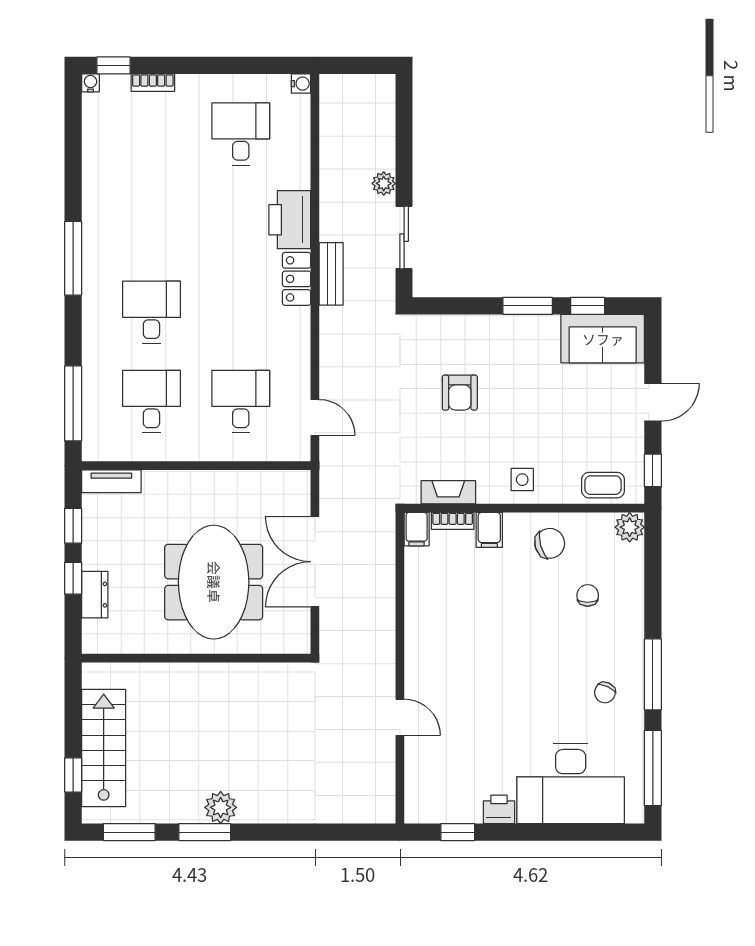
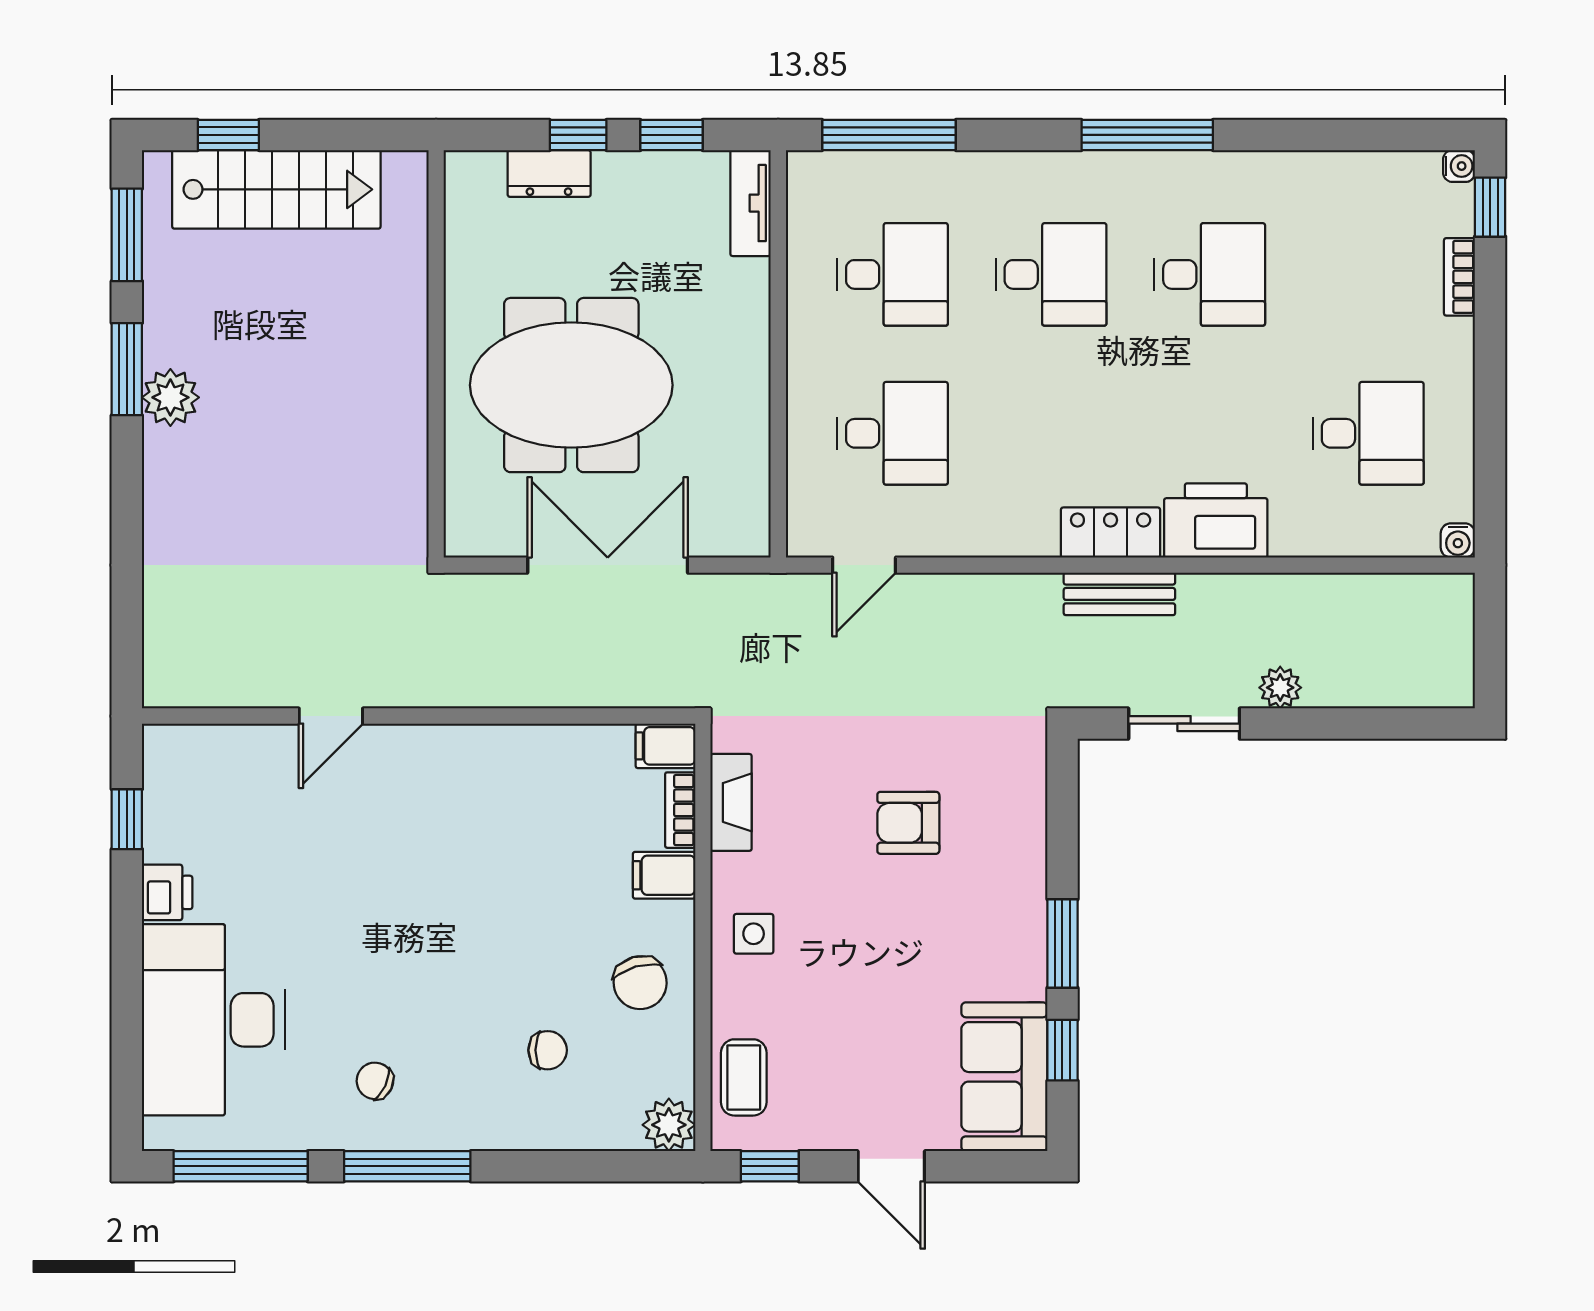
desk: (151, 223) -> (1210, 274), added

